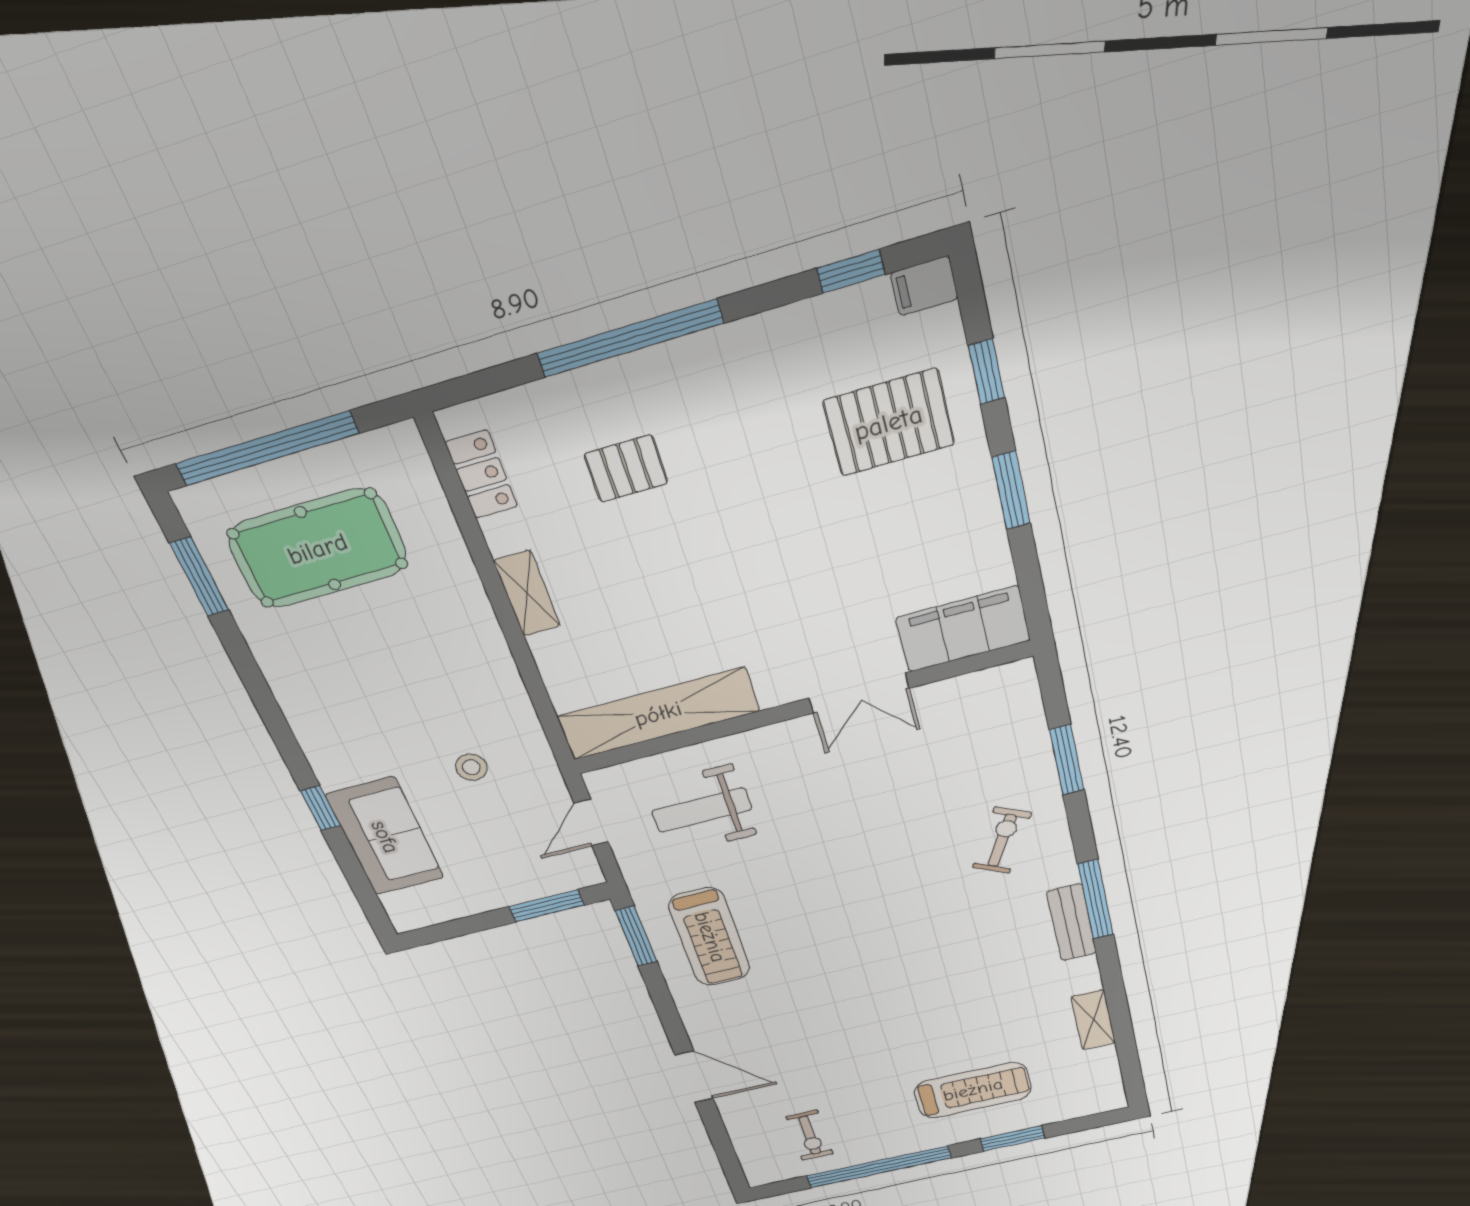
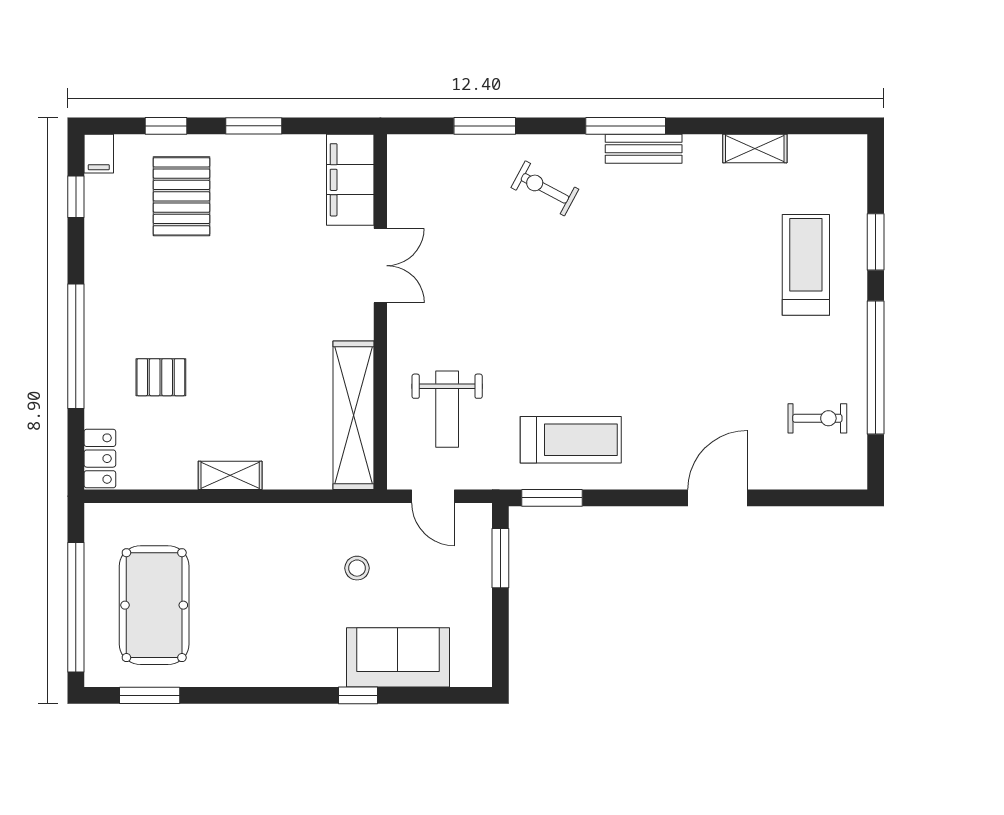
pallet: (626, 469) -> (161, 377), turned 90
locker: (482, 474) -> (100, 459), moved, turned 90

